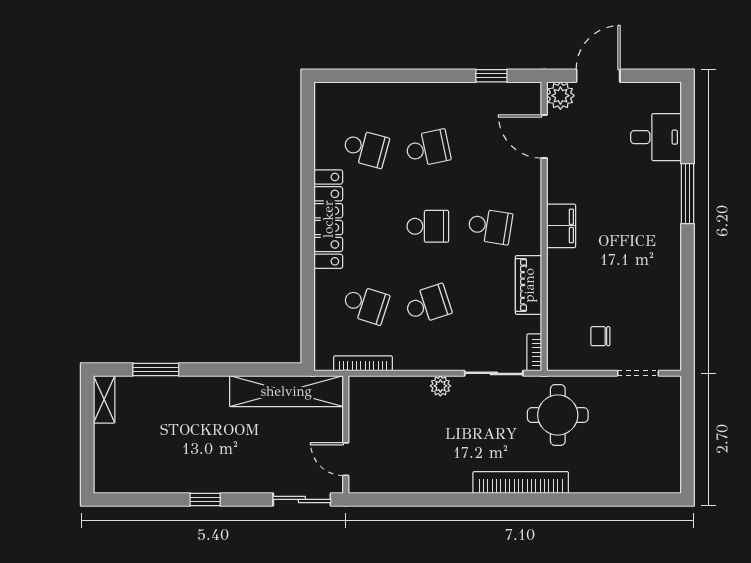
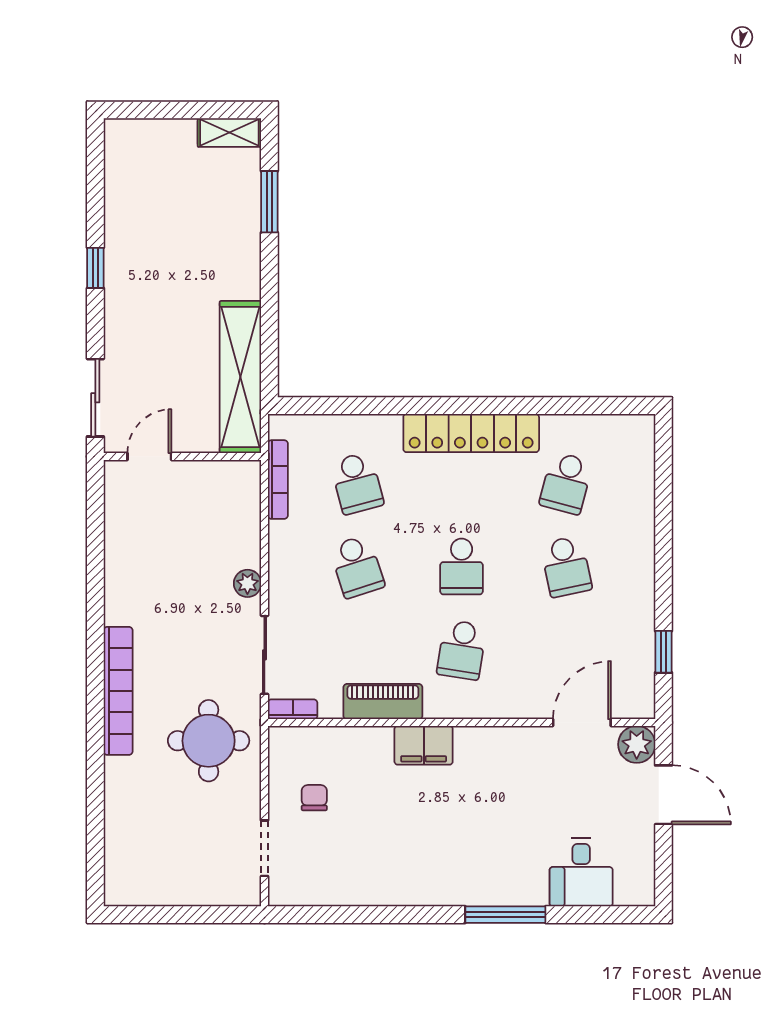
filing cabinet: (561, 226) -> (424, 745), moved
school desk: (366, 304) -> (357, 483), turned -33

